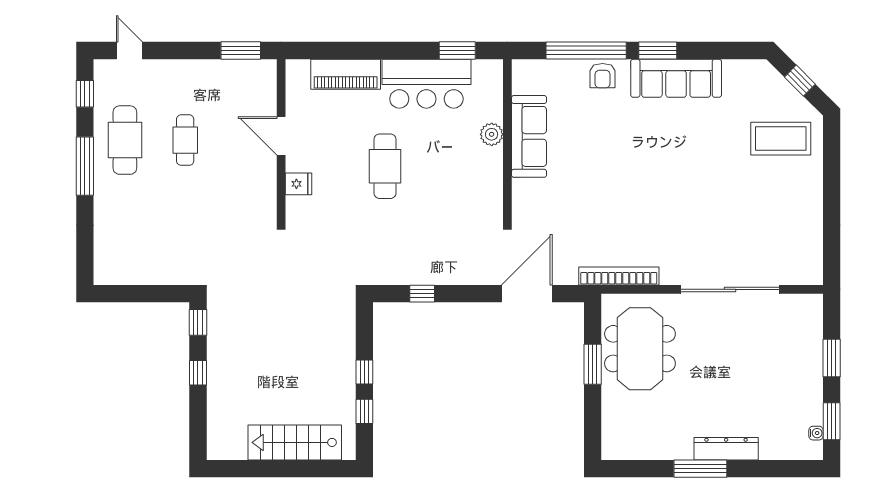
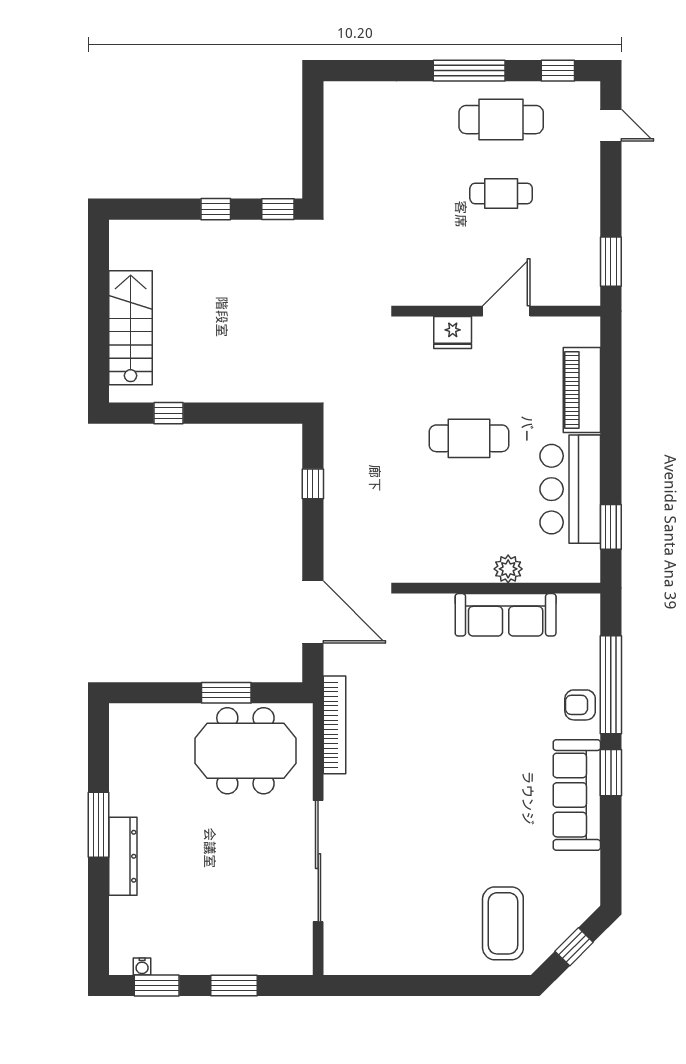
door: (129, 50) -> (611, 125), hinge flipped
fridge: (299, 184) -> (453, 332), width x1.38
window: (364, 372) -> (217, 413), removed

